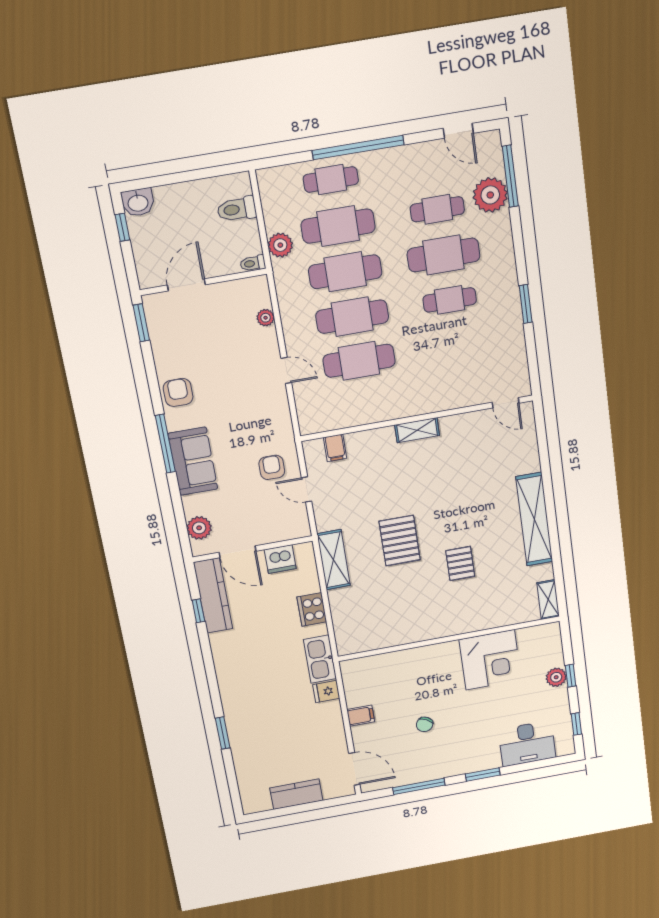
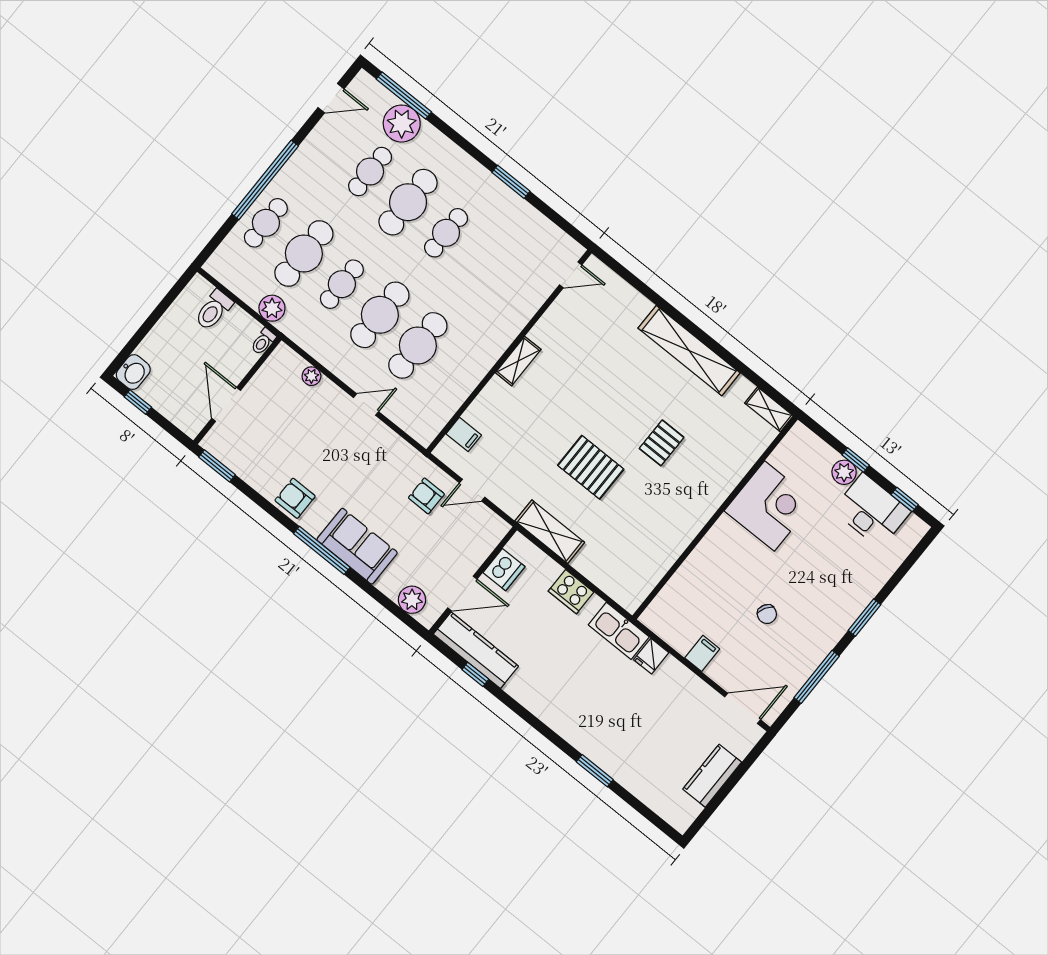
cafe table: (345, 272) -> (342, 284), width x0.73, depth x0.74
pallet: (460, 564) -> (662, 443), turned 90
desk: (527, 744) -> (872, 511), moved, turned -90

